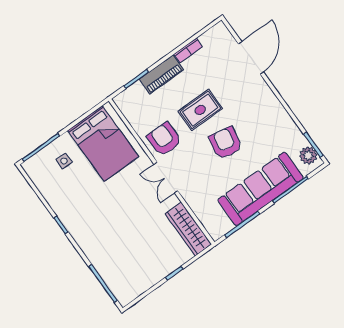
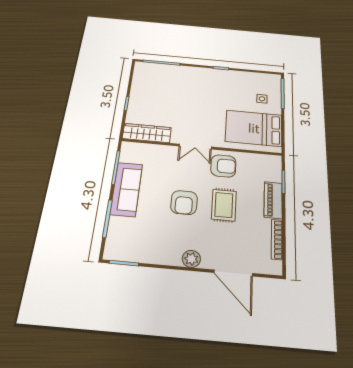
bookcase: (188, 50) -> (277, 239), width x1.56
armchair: (225, 143) -> (184, 202), turned 79
plant: (308, 155) -> (191, 259), moved
double door: (166, 177) -> (195, 147), swing flipped
sofa: (260, 189) -> (126, 189), width x0.74, depth x0.79

